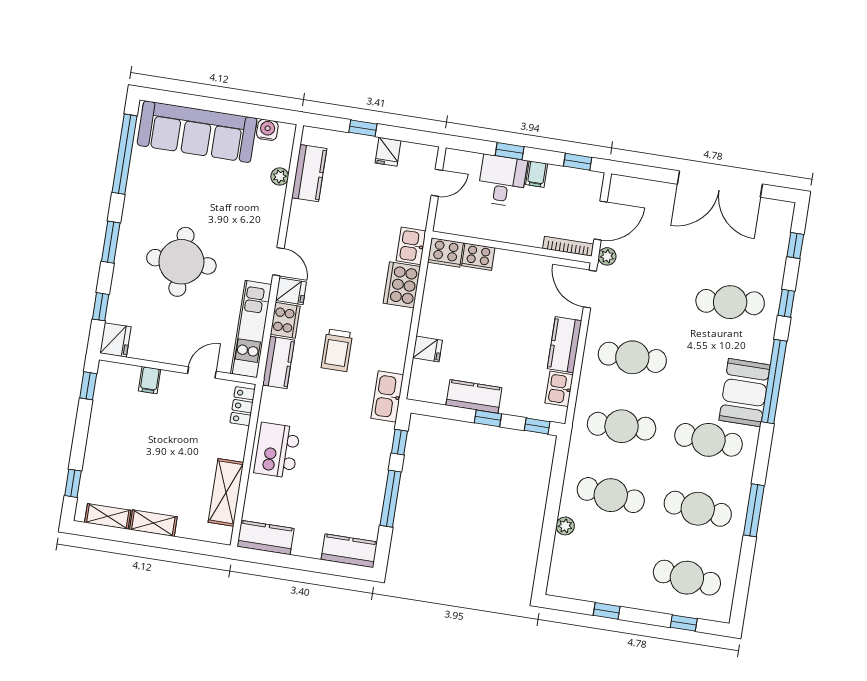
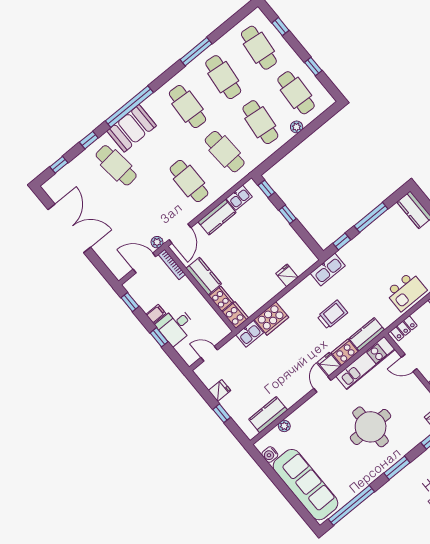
booth: (745, 393) -> (132, 128), moved
kitchen counter: (474, 396) -> (204, 276), moved, turned 180
cafe table: (600, 564) -> (296, 93), added

